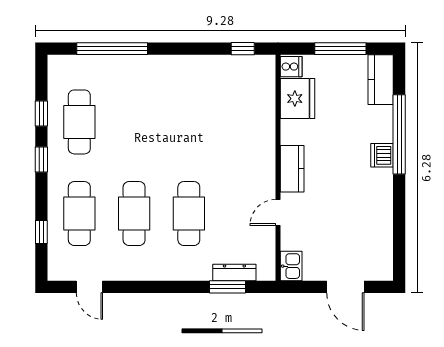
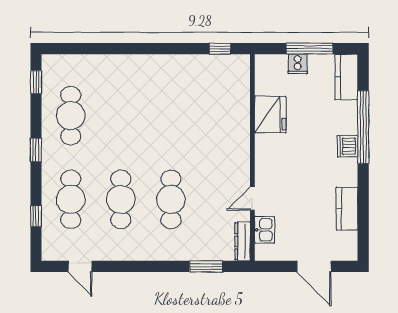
window: (112, 49) -> (101, 49), removed
cooker: (291, 67) -> (298, 64), moved, turned 90
fridge: (298, 99) -> (270, 115), moved
window: (41, 114) -> (36, 82), moved
kitchen counter: (292, 169) -> (347, 209), moved, turned 180
kitchen sink: (291, 266) -> (264, 230), moved
dresser: (234, 273) -> (243, 241), moved, turned -90

